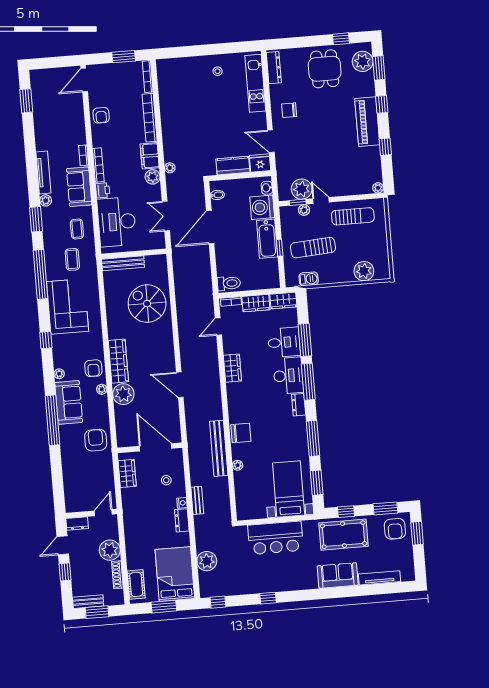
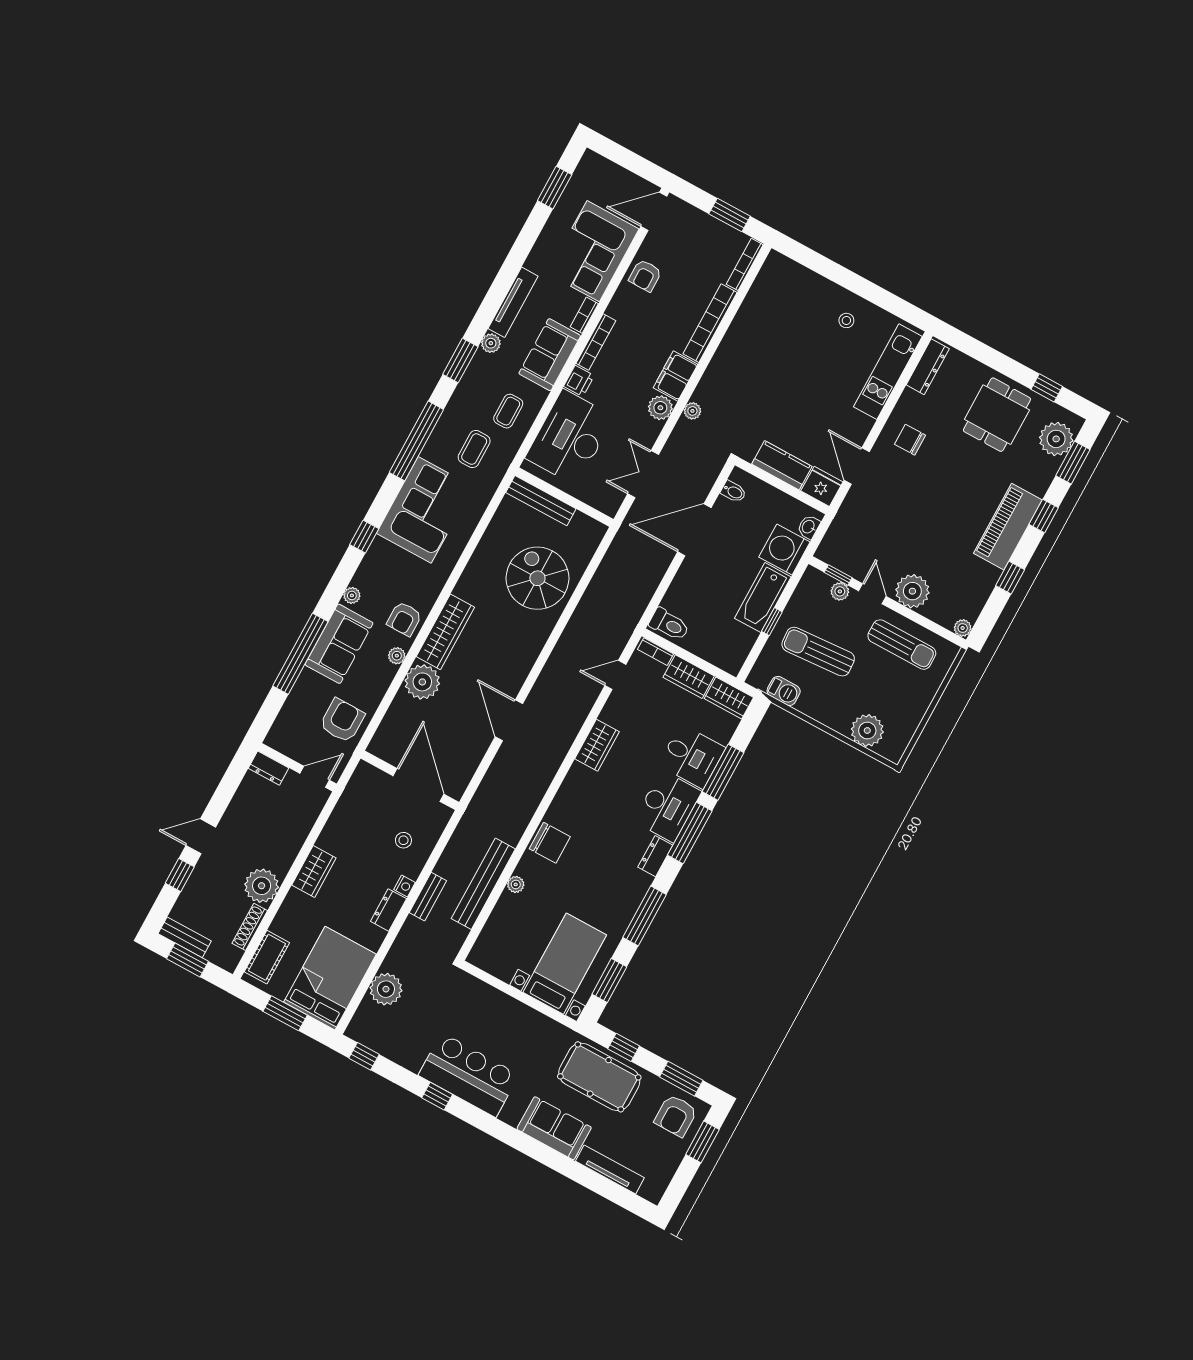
corner sofa: (67, 120) -> (593, 251), added
plant: (302, 189) -> (912, 591), moved
bench: (219, 448) -> (483, 884), moved
wardrobe: (127, 473) -> (314, 872), moved
door: (103, 513) -> (315, 777), moved
wall: (91, 514) -> (297, 767), moved
dresser: (77, 524) -> (268, 768), moved
bar counter: (275, 538) -> (469, 1075), moved, turned 180

